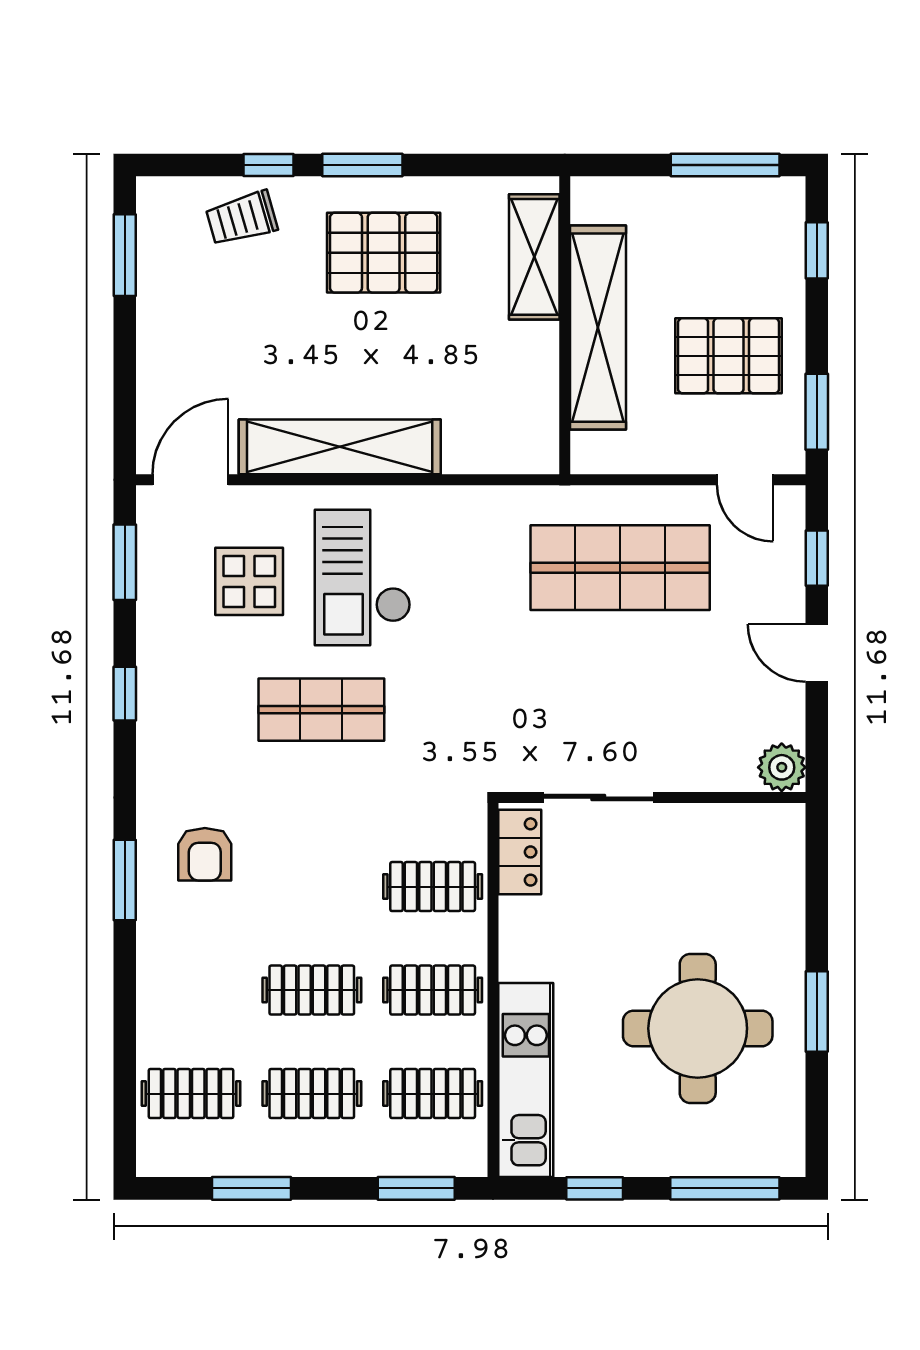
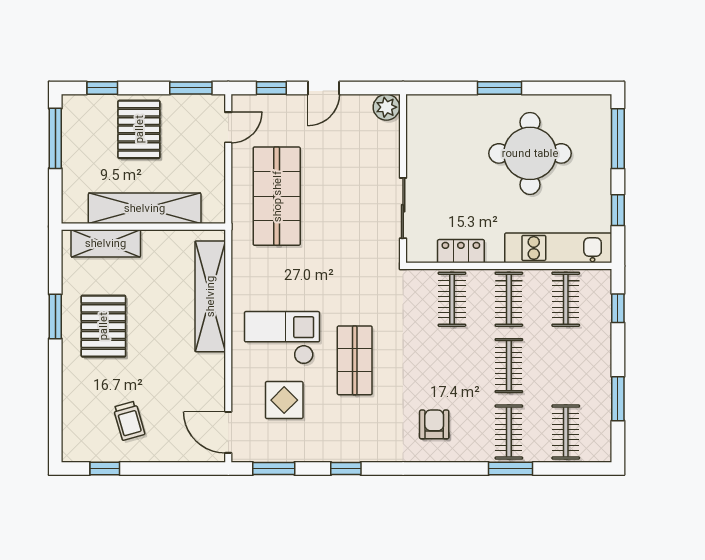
window: (268, 165) -> (55, 389), removed
window: (362, 165) -> (55, 316), moved
trolley: (242, 218) -> (129, 421), moved
window: (125, 255) -> (105, 468), width x0.67
pallet: (729, 356) -> (139, 129), moved
shelving: (340, 447) -> (210, 296), moved
checkout: (363, 577) -> (282, 338), turned 180
locker: (520, 852) -> (461, 251), moved
armchair: (205, 854) -> (434, 424), turned -90
window: (125, 880) -> (511, 468), moved
window: (817, 1011) -> (500, 88), moved
clothes rail: (312, 1094) -> (509, 432), moved
window: (416, 1188) -> (618, 308), width x0.67

